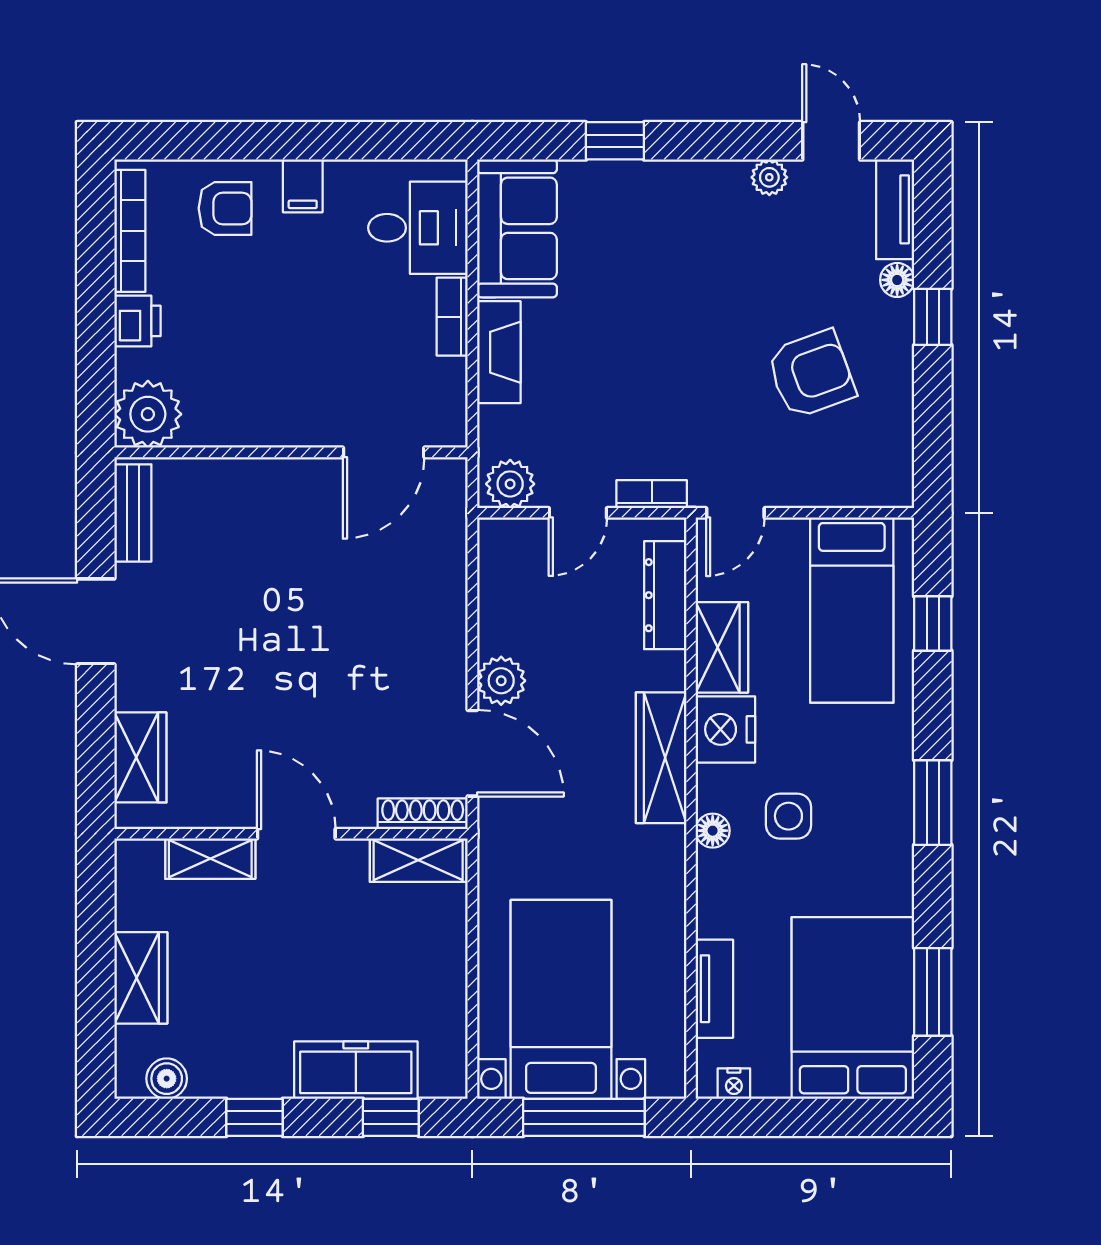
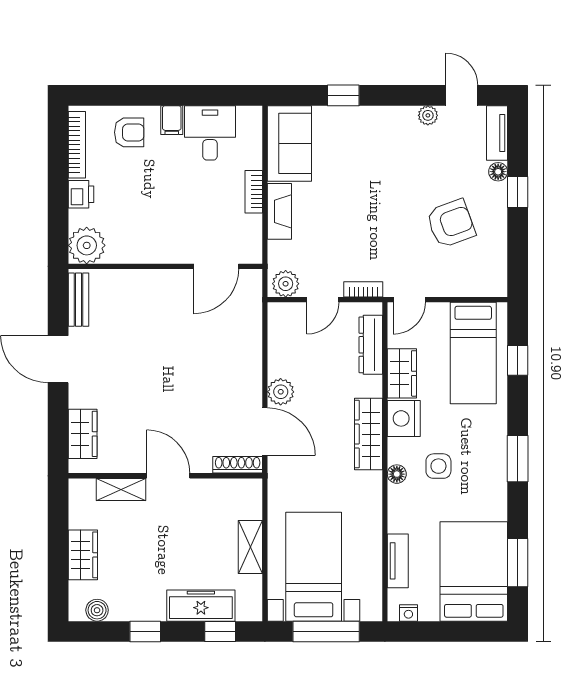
desk: (418, 228) -> (210, 133), moved, turned -90
shelving: (418, 860) -> (250, 547), moved, turned 90

